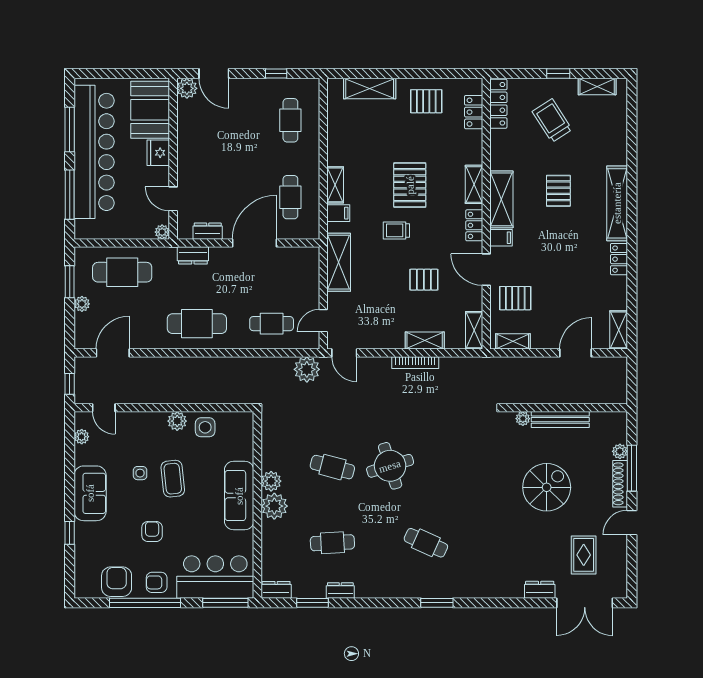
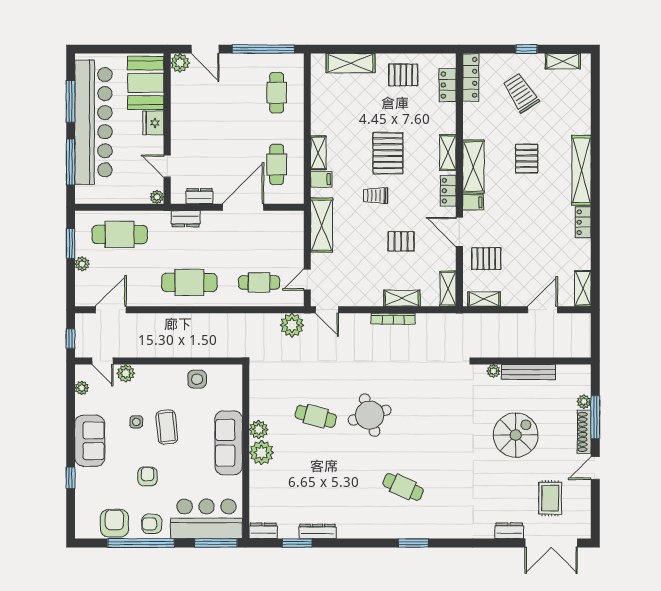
window: (276, 74) -> (263, 49), width x3.17
plant: (177, 421) -> (126, 373), moved
cafe table: (332, 543) -> (316, 487), removed
dresser: (340, 591) -> (317, 531), width x1.44

